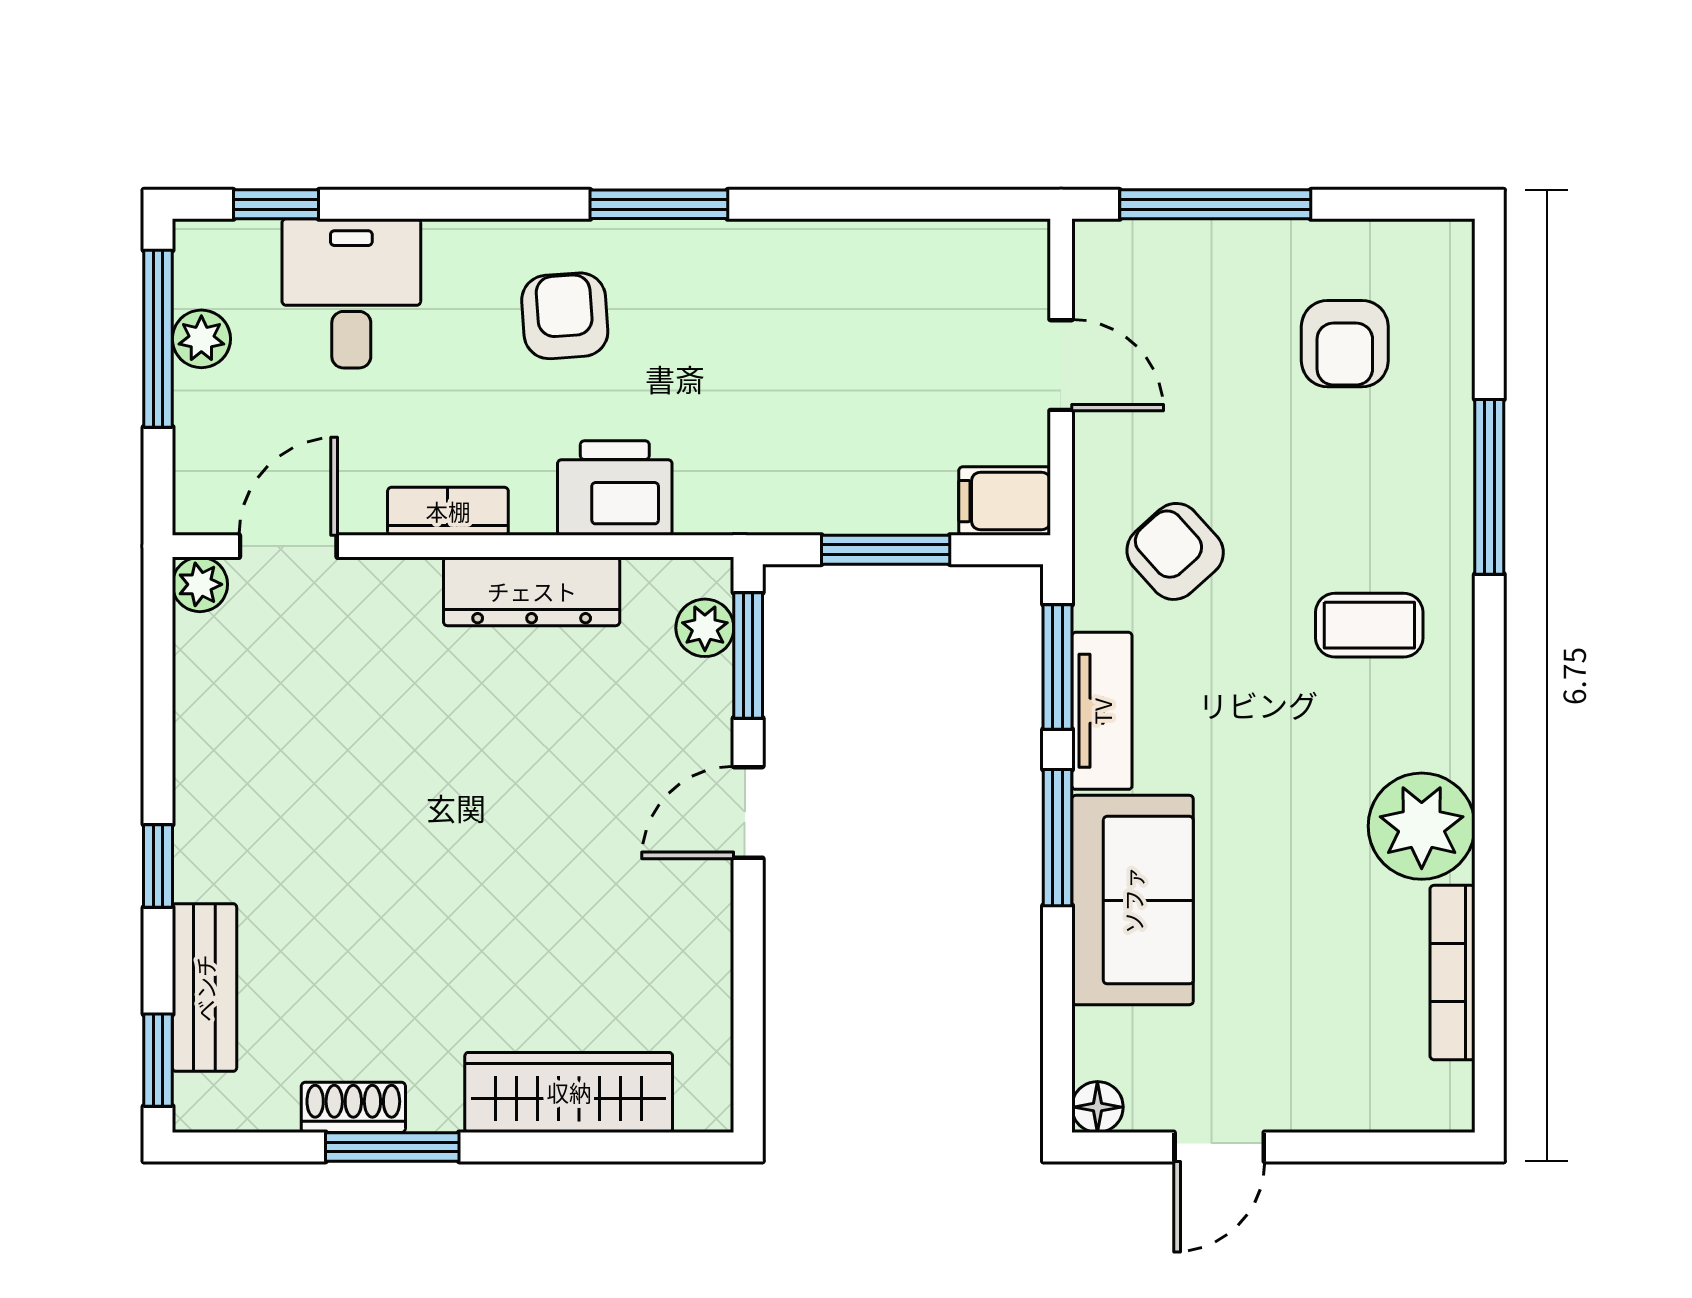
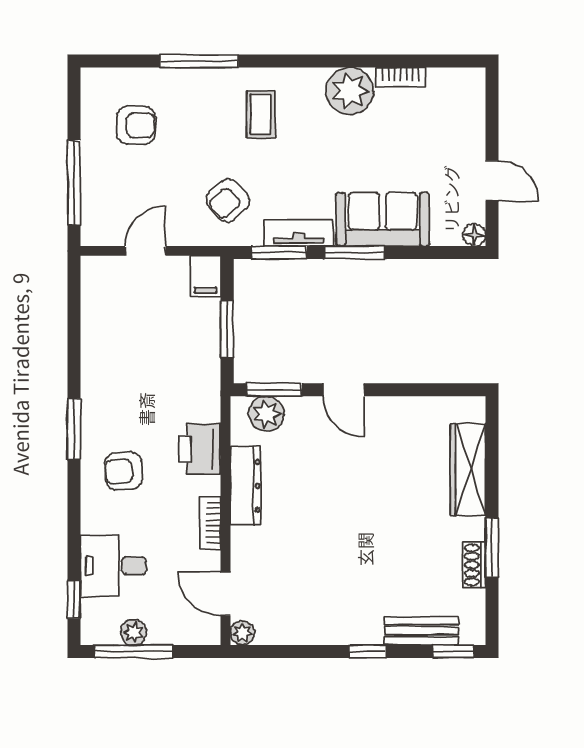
plant: (705, 628) -> (267, 414), width x1.38, depth x1.38
bookcase: (1453, 973) -> (401, 77), width x0.64

